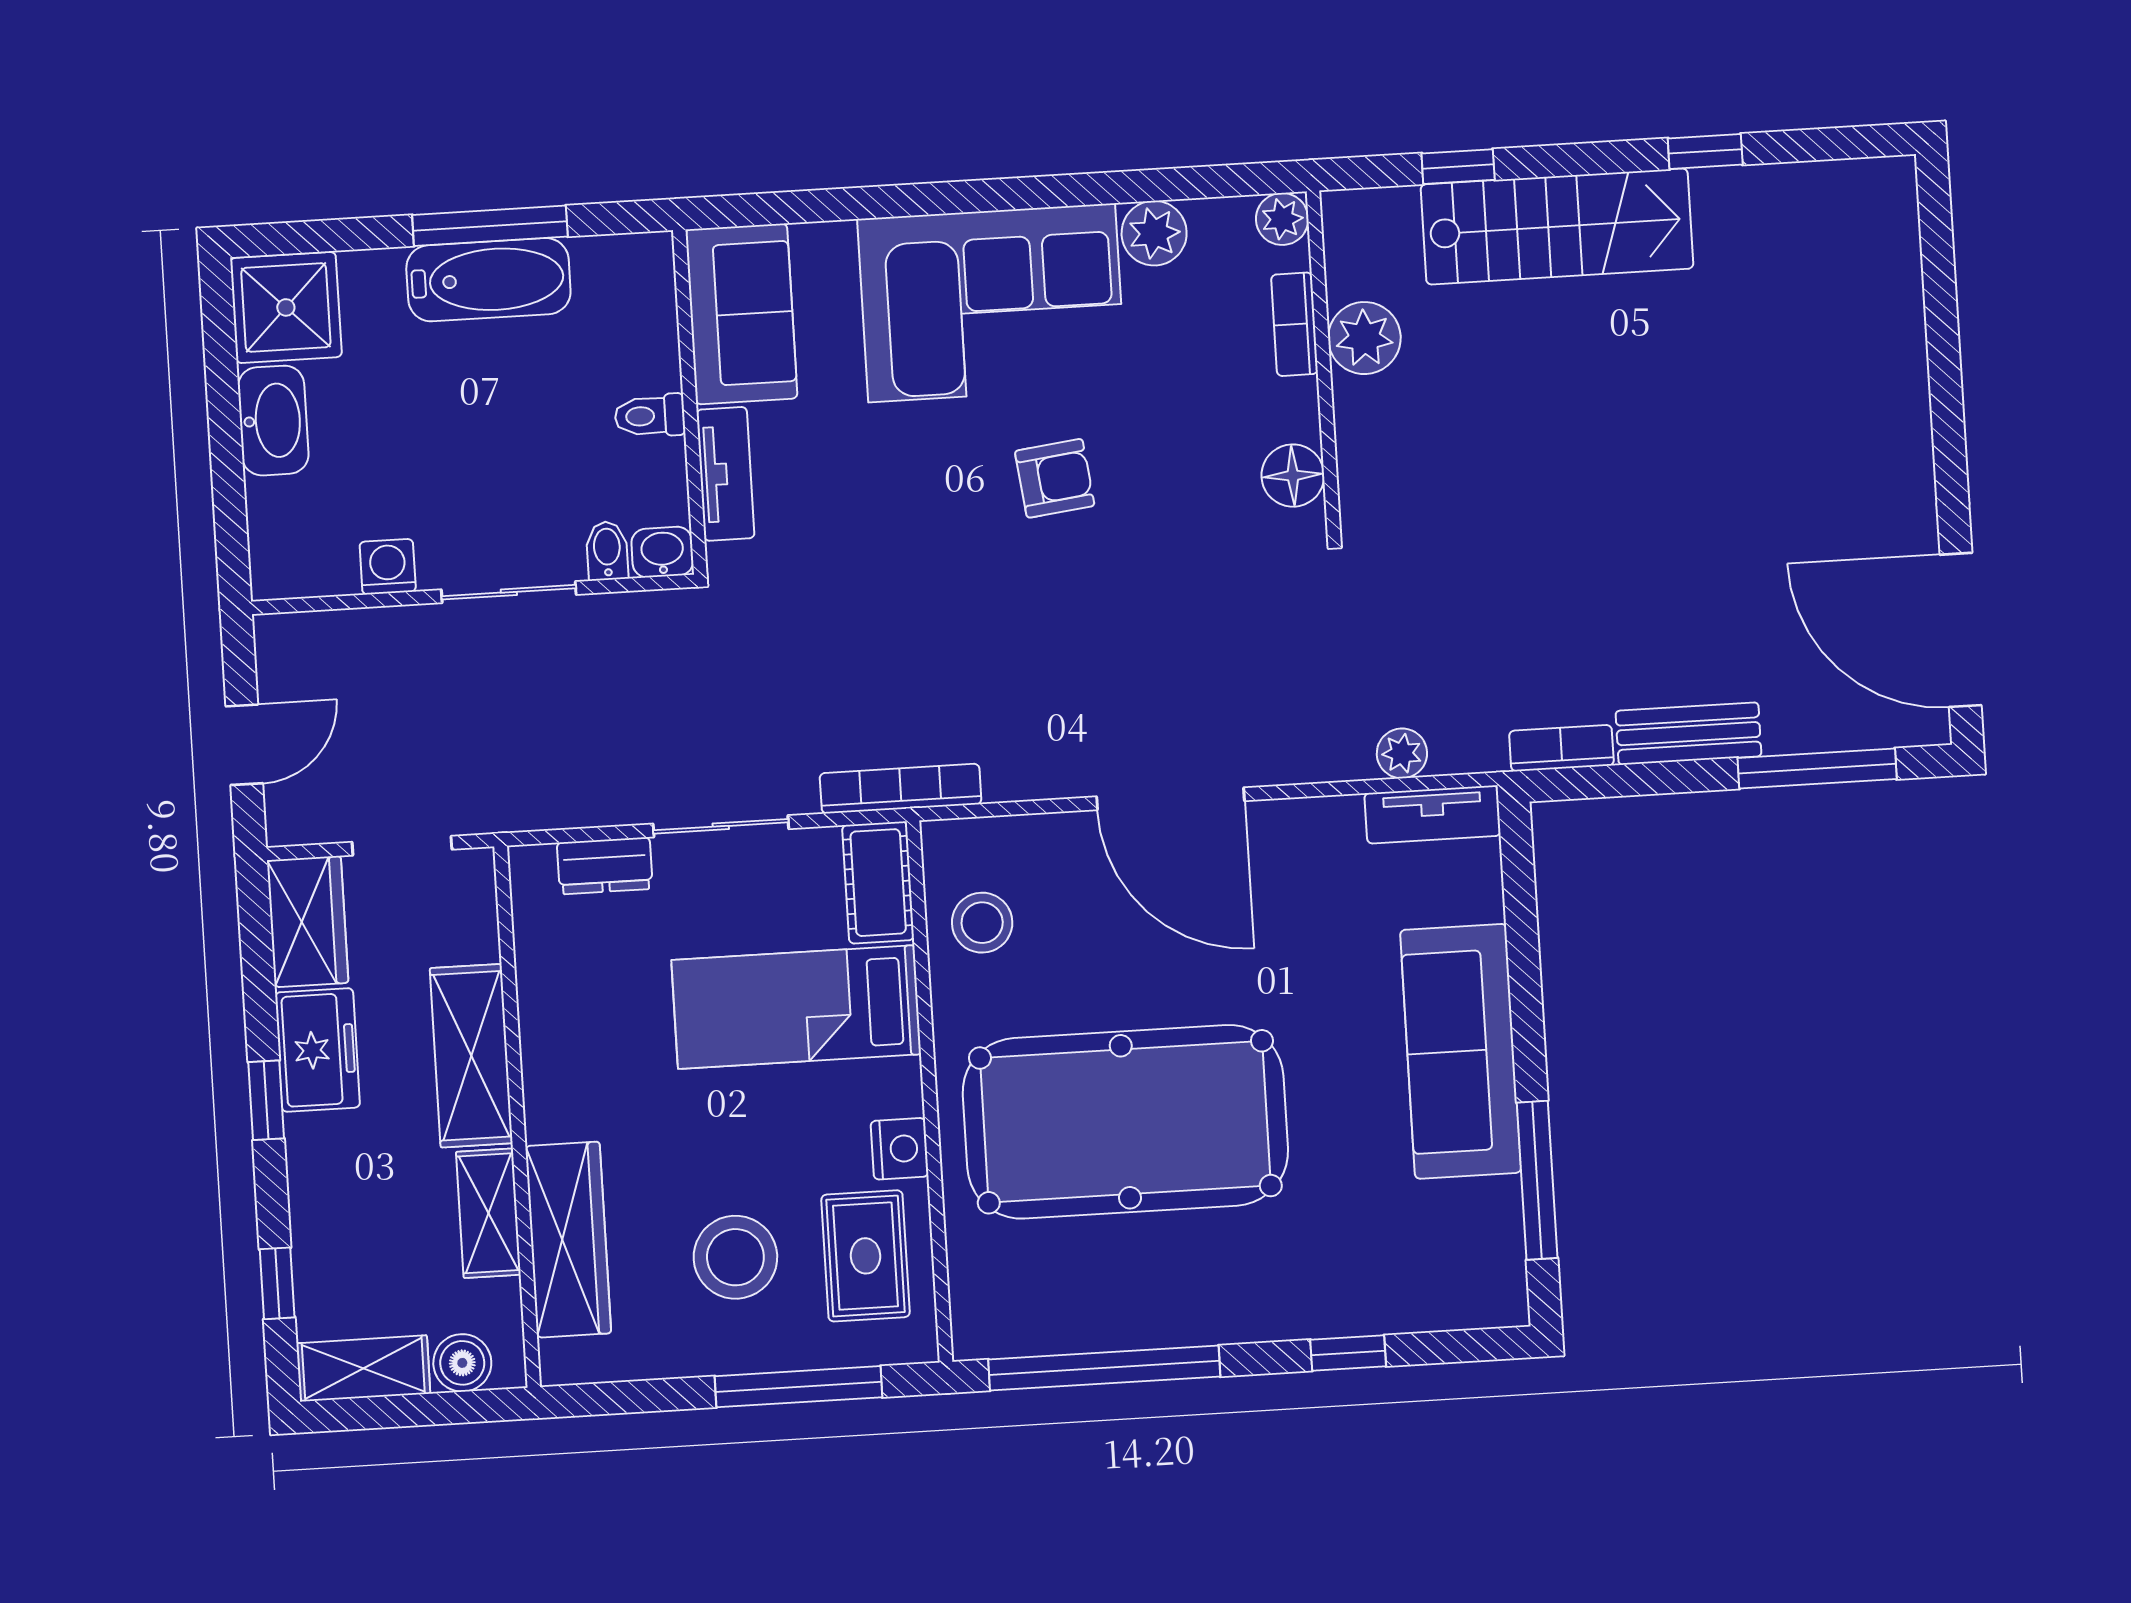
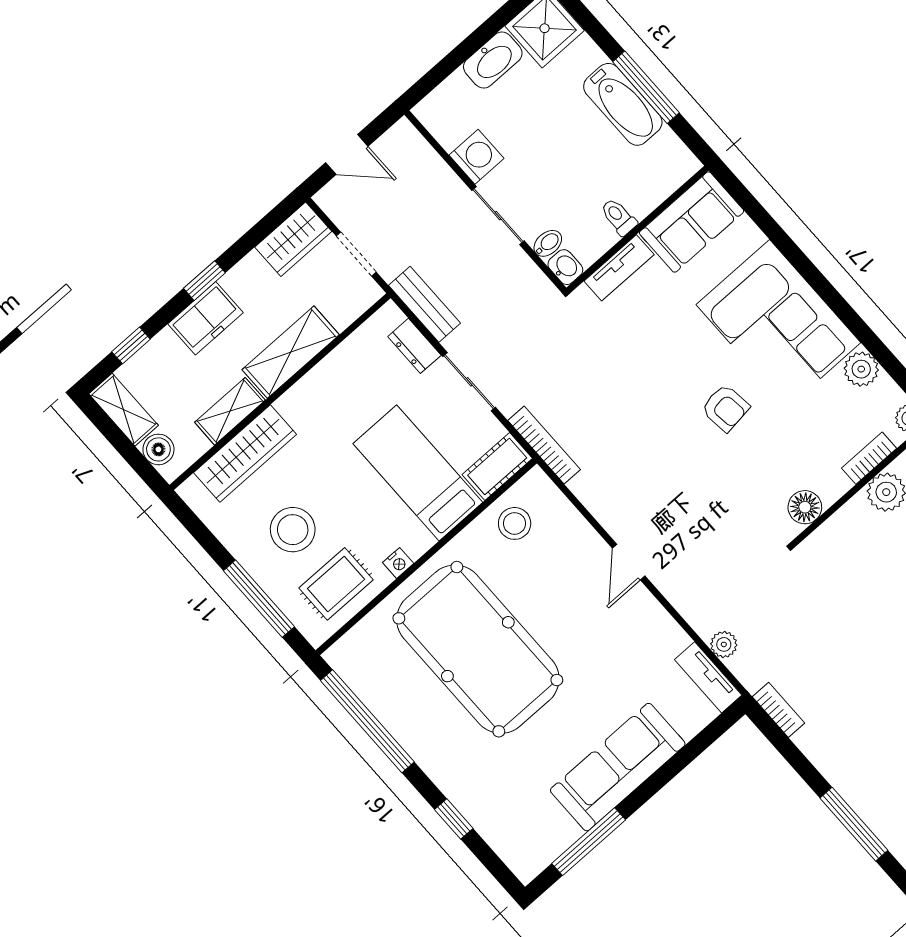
washing machine: (388, 567) -> (476, 157), width x1.38, depth x1.38
bench: (1688, 734) -> (424, 304), moved
door: (1171, 799) -> (629, 562), width x0.53
freezer: (317, 1050) -> (206, 318), moved
nightstand: (900, 1149) -> (398, 563), width x0.72, depth x0.74

